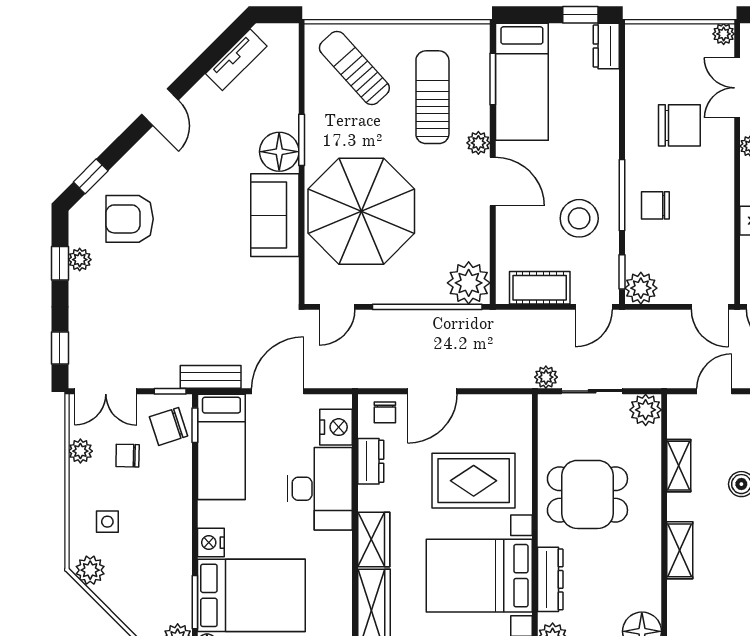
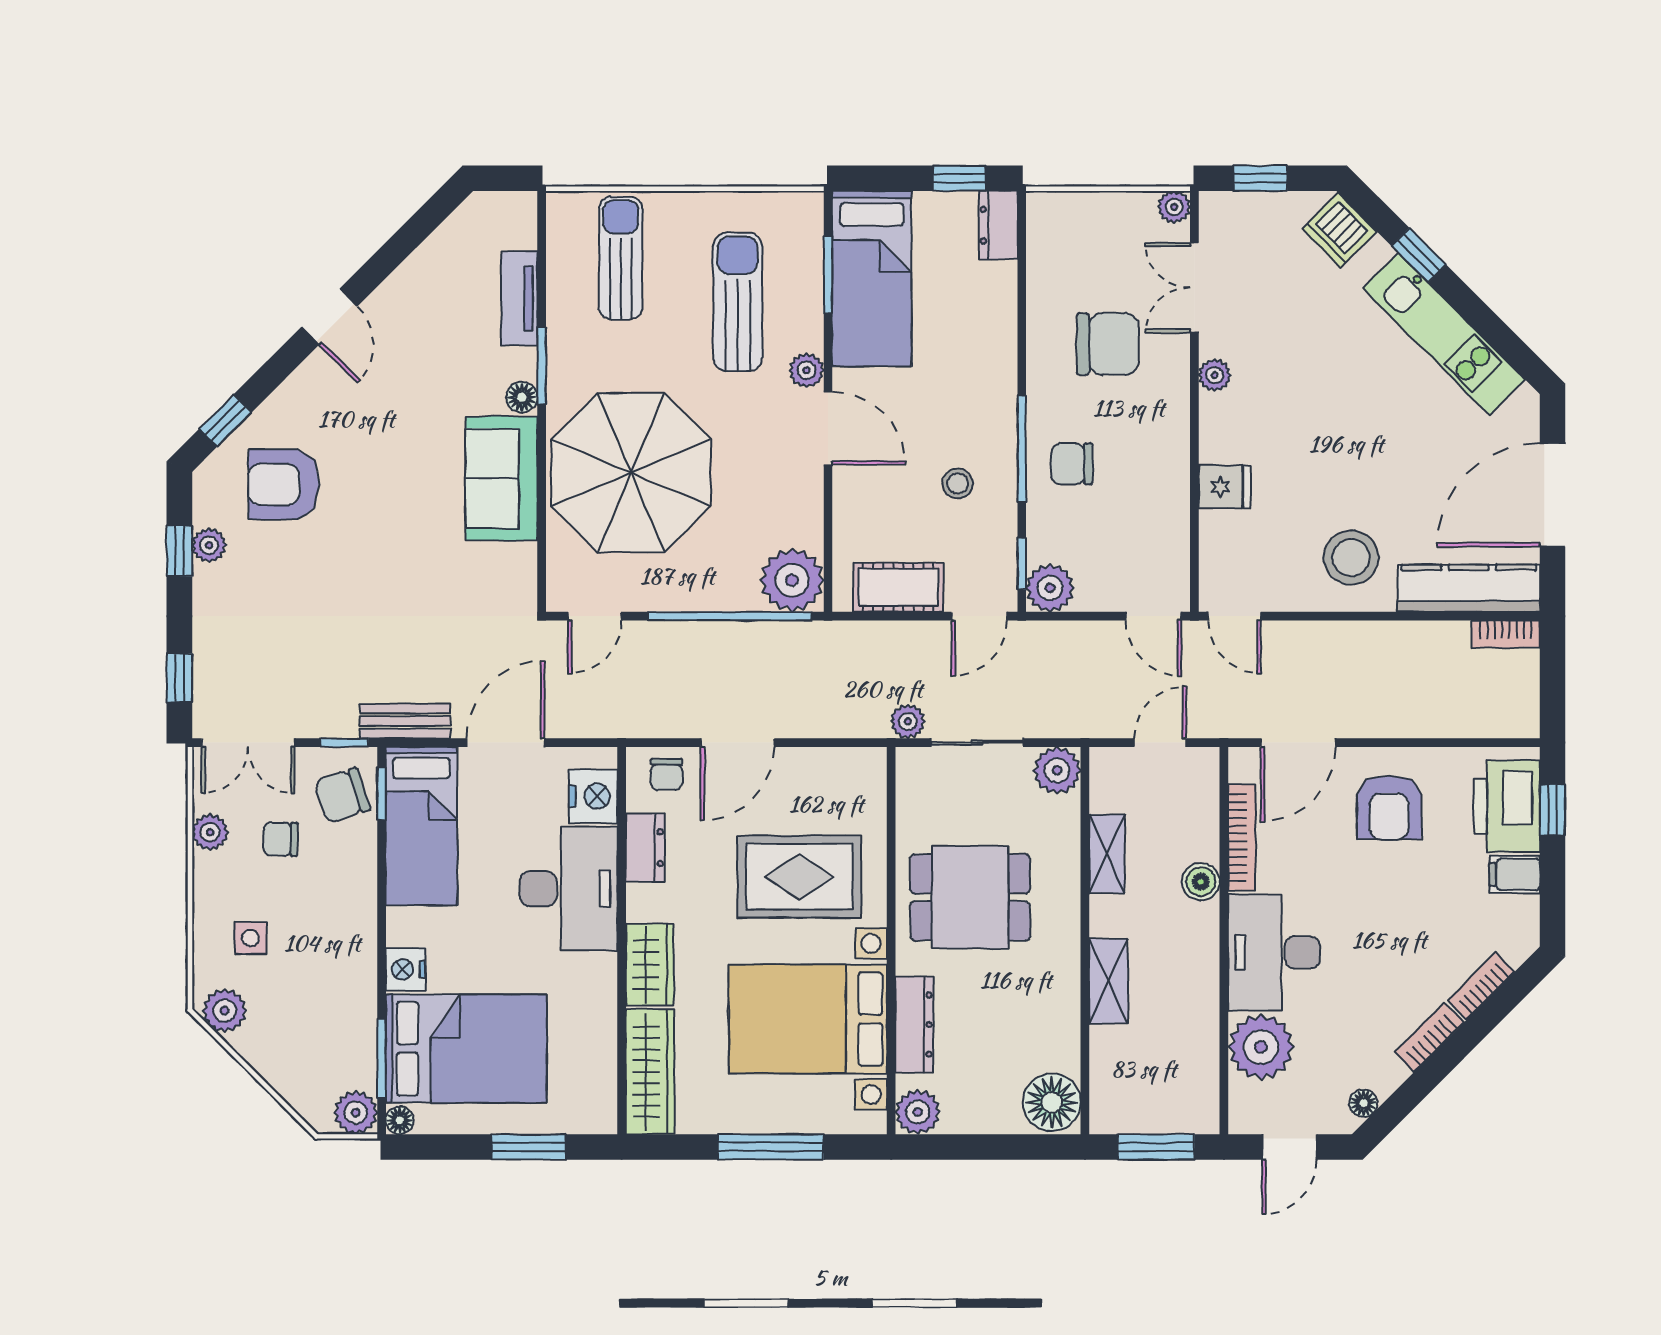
tv unit: (236, 60) -> (519, 298), moved, turned 135
sun lounger: (354, 68) -> (621, 258), turned 42
floor lamp: (279, 152) -> (522, 397), width x0.53, depth x0.53
stool: (579, 218) -> (958, 483), width x0.53, depth x0.53

